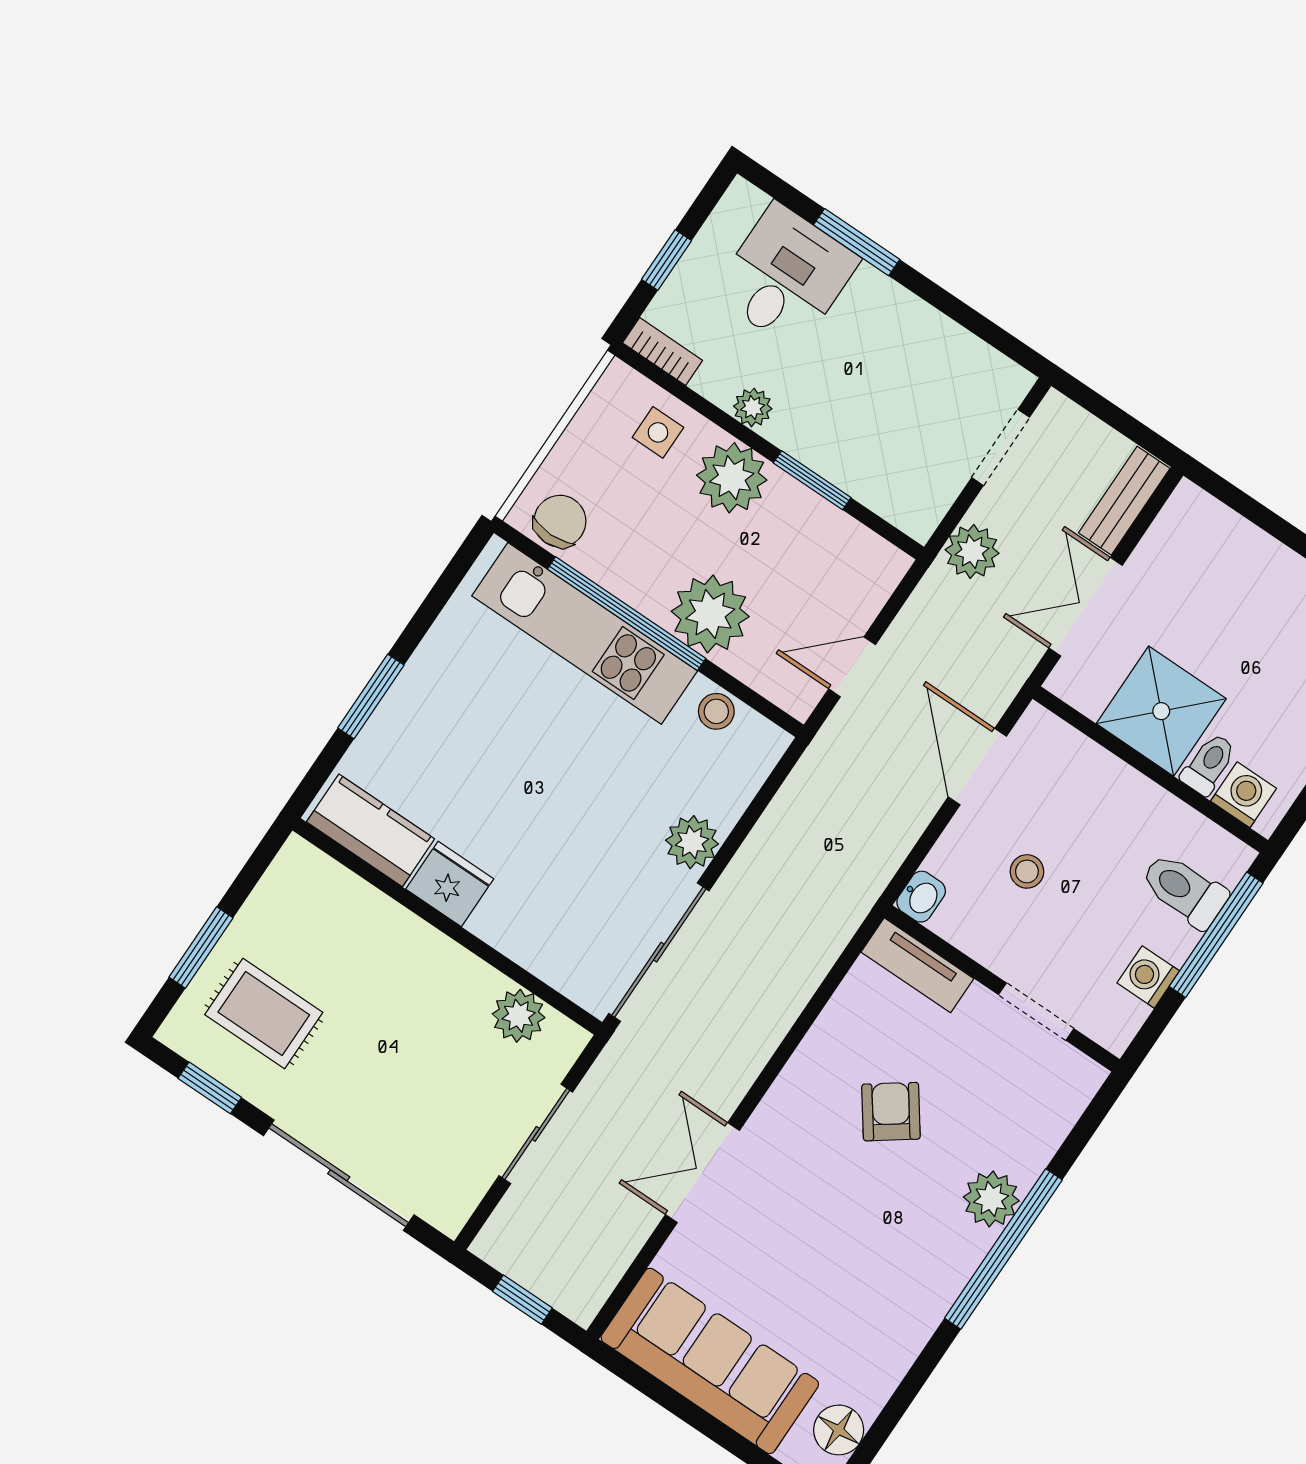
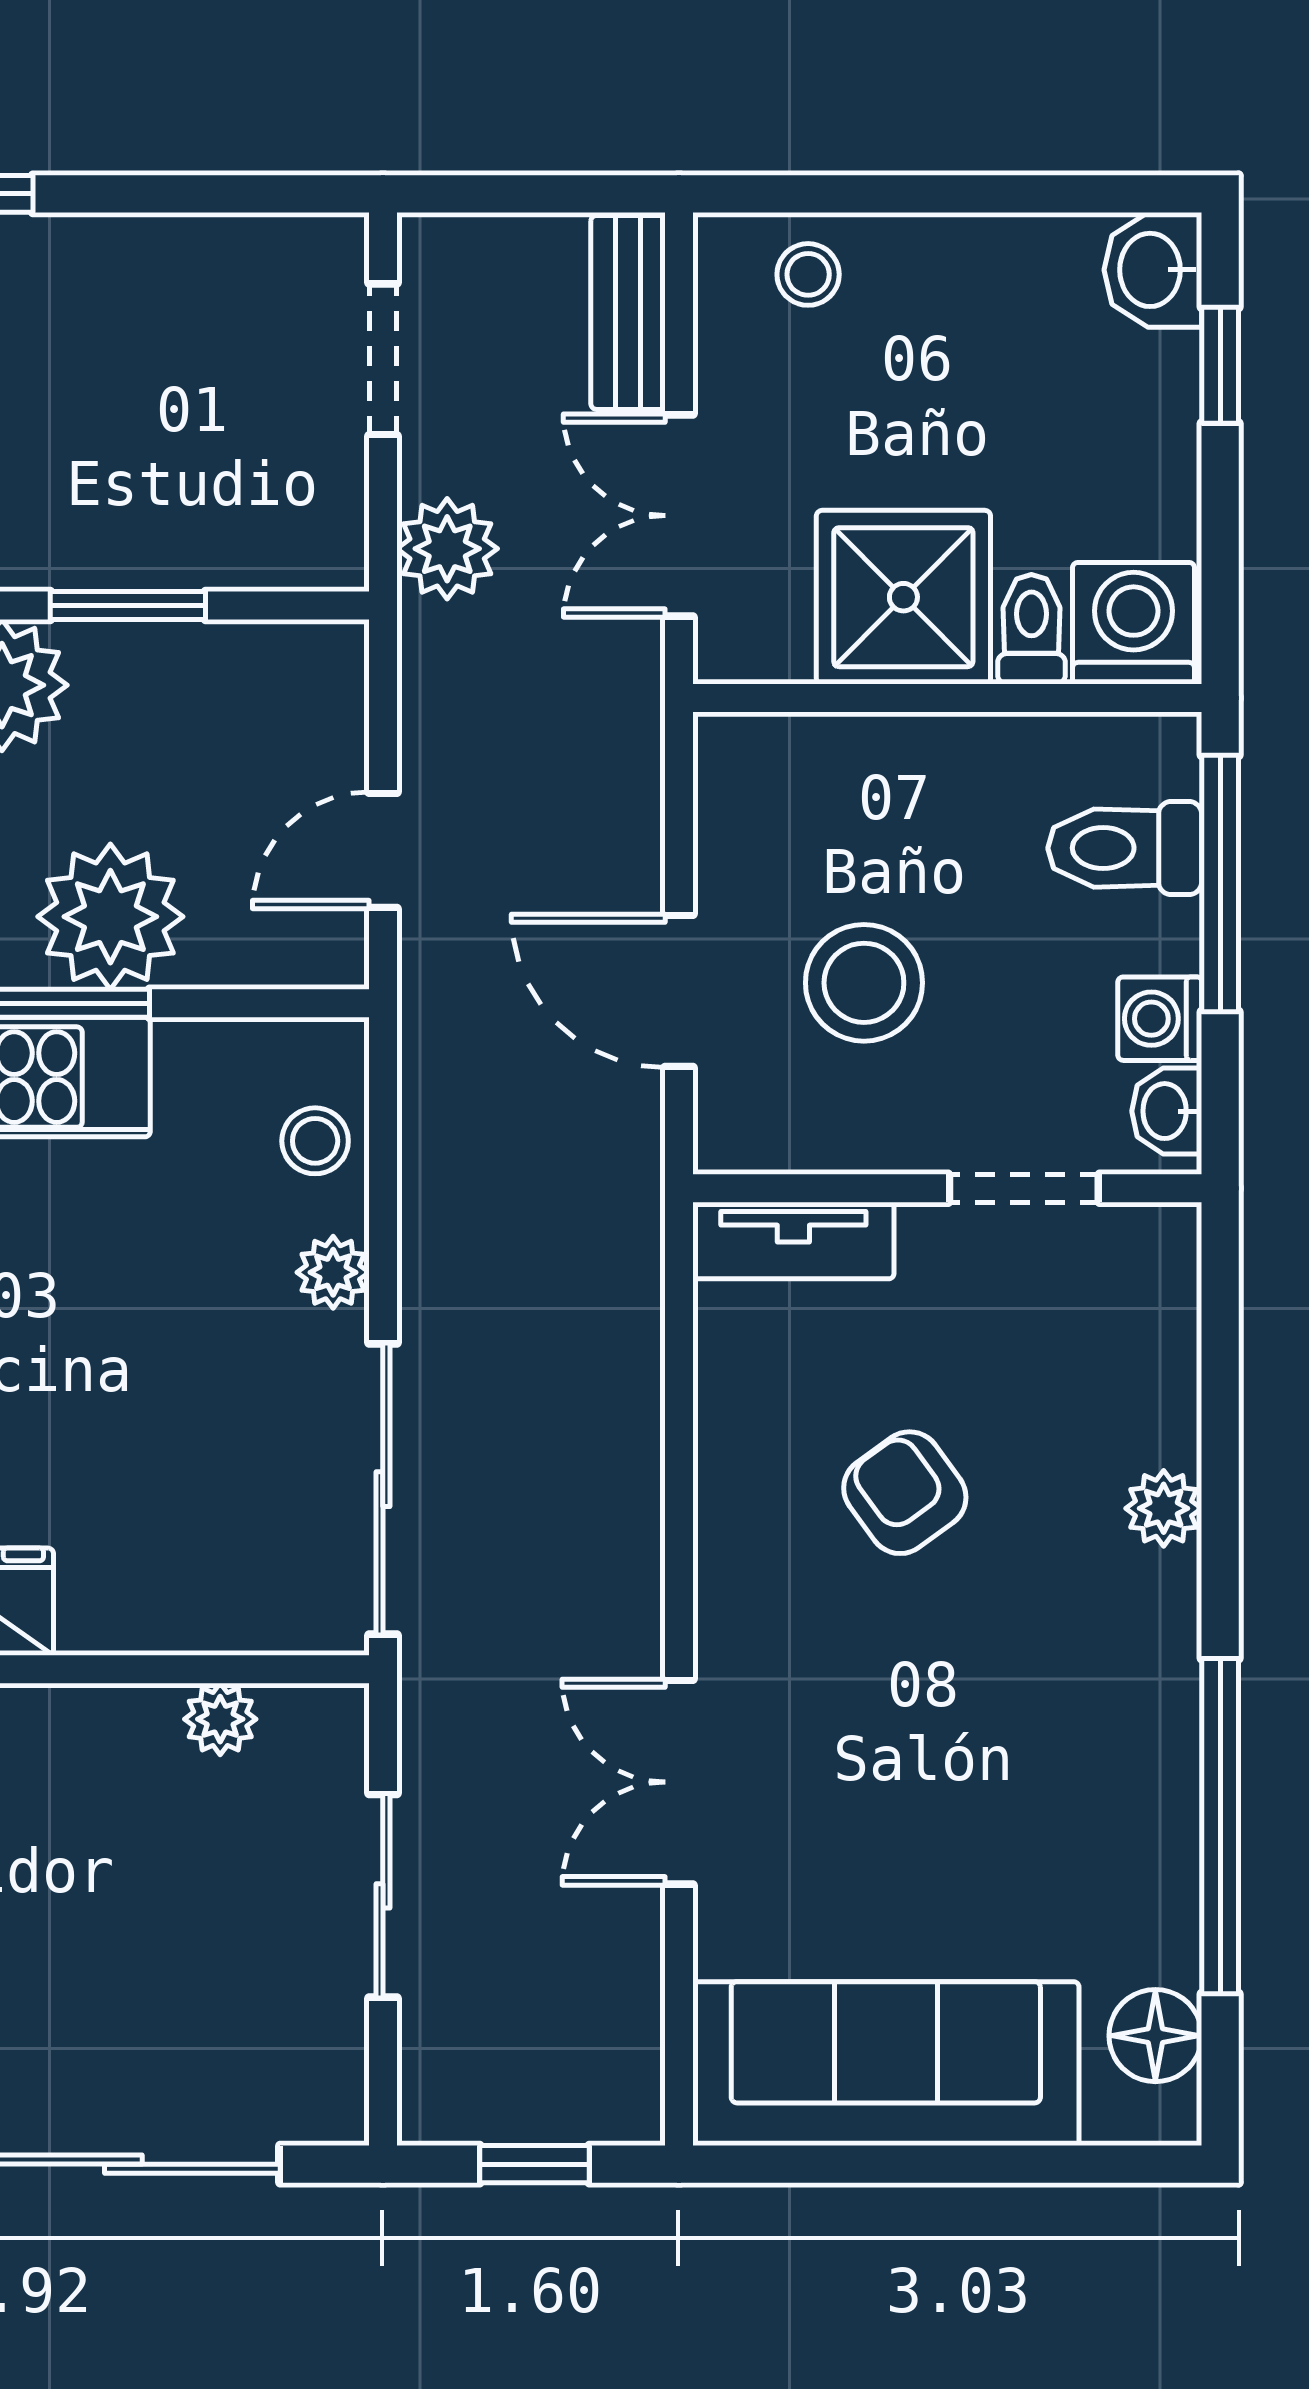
stool: (1216, 538) -> (808, 274), added
stool: (716, 711) -> (315, 1141), moved
door: (977, 767) -> (679, 991), moved
washing machine: (1244, 795) -> (1134, 623), width x1.38, depth x1.38
plant: (692, 842) -> (333, 1272), width x0.73, depth x0.73
stool: (1027, 871) -> (864, 983), width x1.89, depth x1.89
washbasin: (921, 897) -> (1167, 1111), moved, turned 180
plant: (519, 1016) -> (220, 1719), width x0.73, depth x0.73
plant: (991, 1199) -> (1164, 1508), width x0.73, depth x0.73
window: (1003, 1249) -> (1220, 1826), moved

